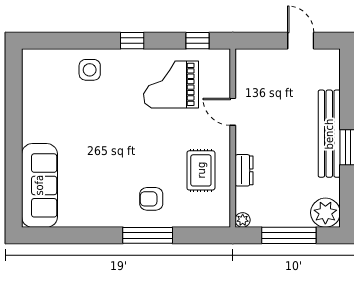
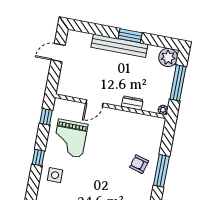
side table: (90, 70) -> (55, 175), moved
rug: (201, 170) -> (127, 130), removed
armchair: (151, 199) -> (139, 164), turned 106

